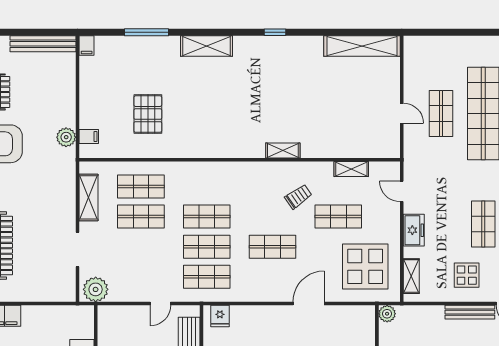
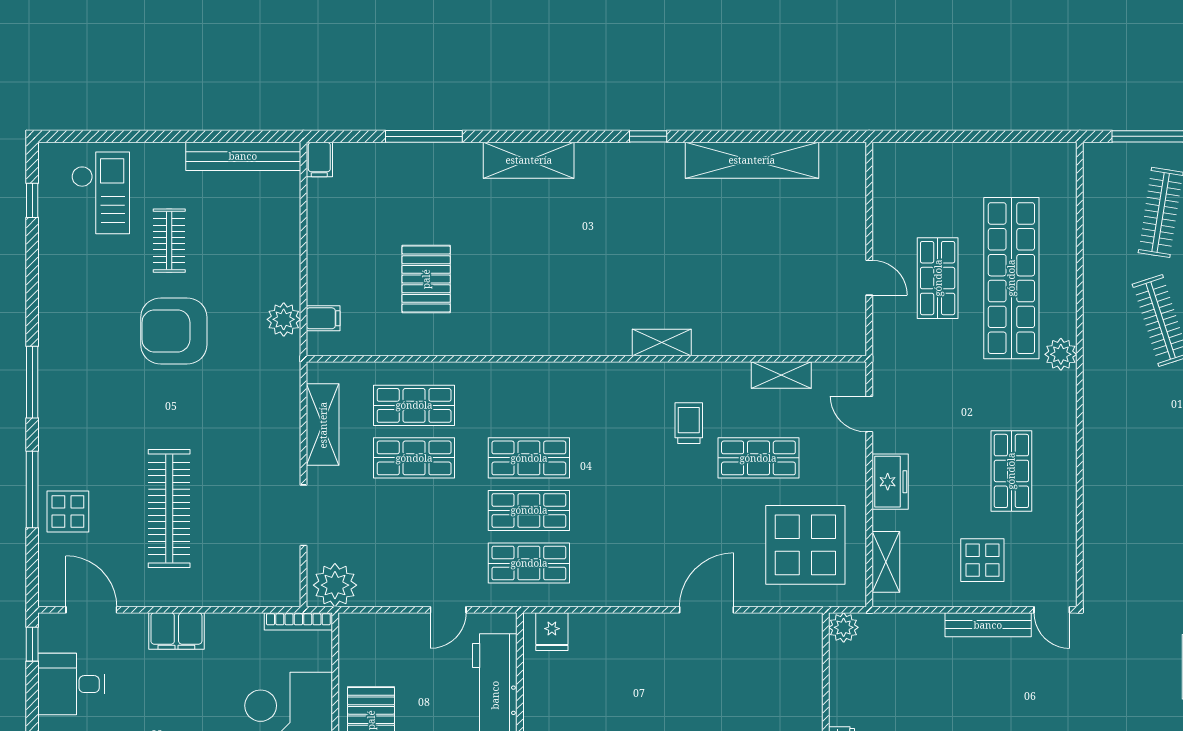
shelving: (362, 46) -> (752, 160), moved
trolley: (298, 197) -> (689, 423), turned -55
shop shelf: (272, 247) -> (644, 510), removed
bookcase: (75, 310) -> (298, 621), added

